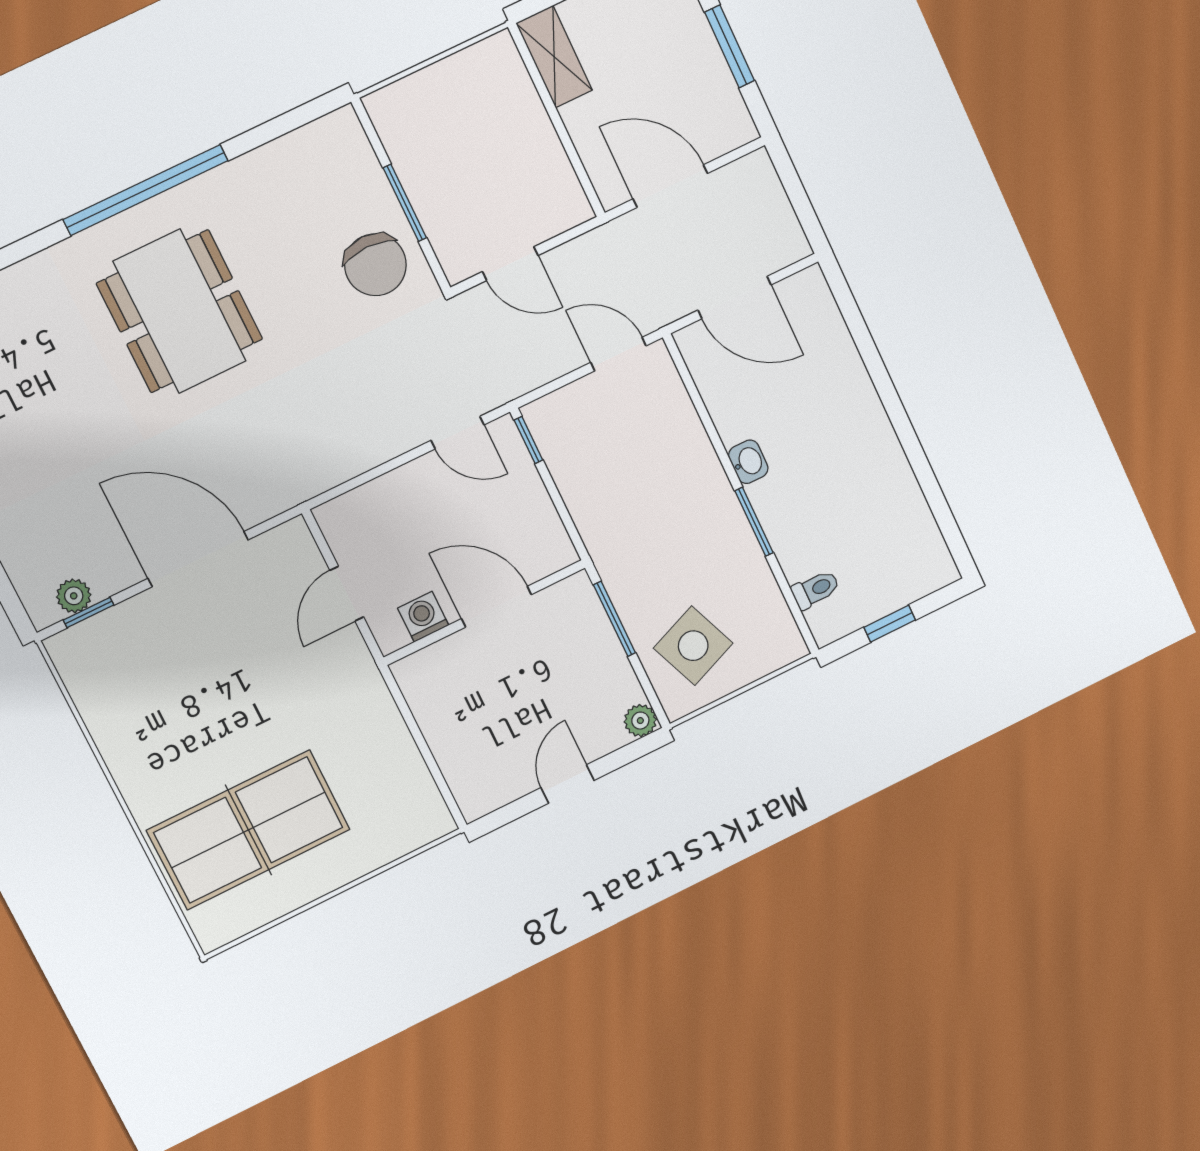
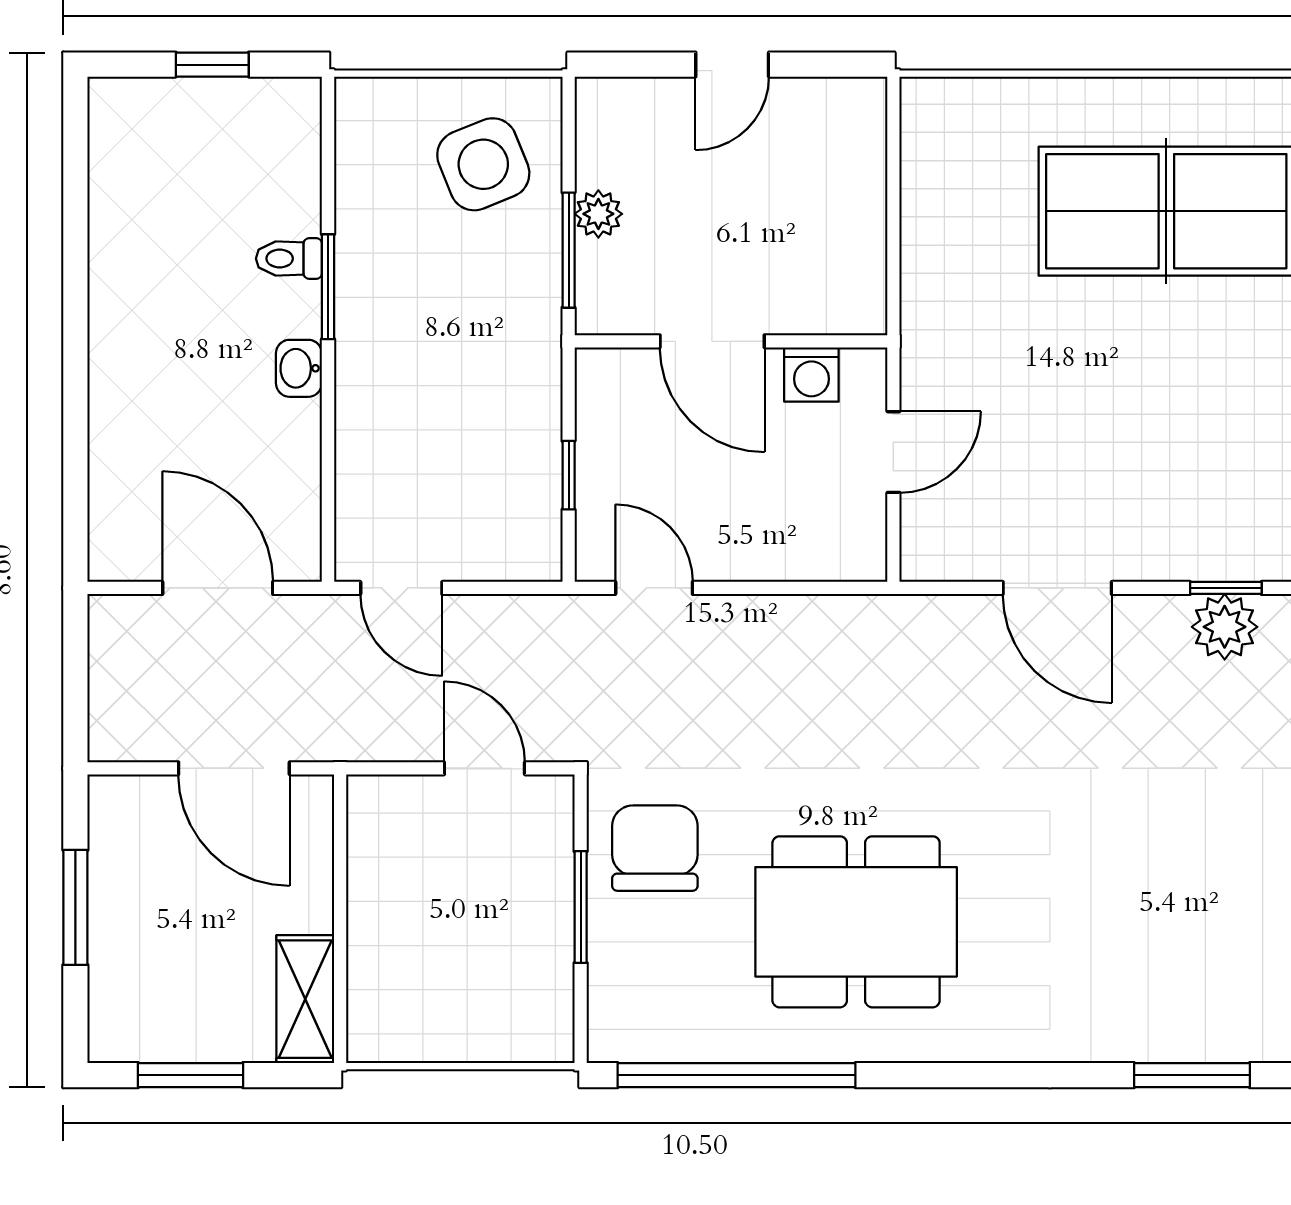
window: (146, 190) -> (736, 1075), moved
dining table: (180, 311) -> (856, 922), moved, turned 90
window: (528, 440) -> (569, 475), moved
door: (198, 559) -> (1057, 588), width x0.73
toilet: (816, 589) -> (289, 259), moved
plant: (74, 596) -> (1225, 627), width x1.38, depth x1.38
plant: (640, 721) -> (598, 214), moved

